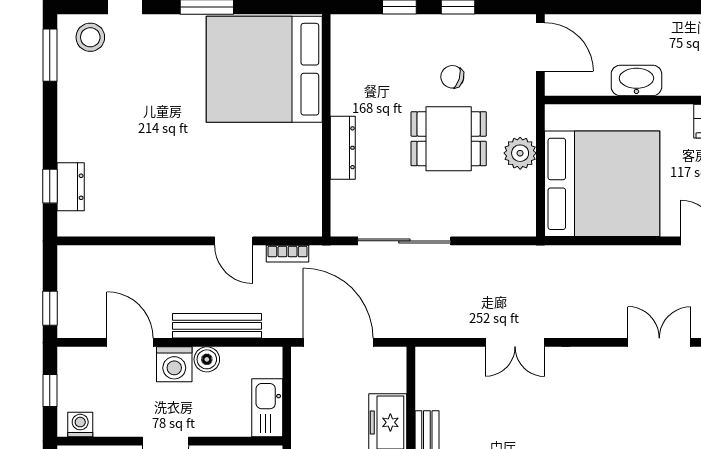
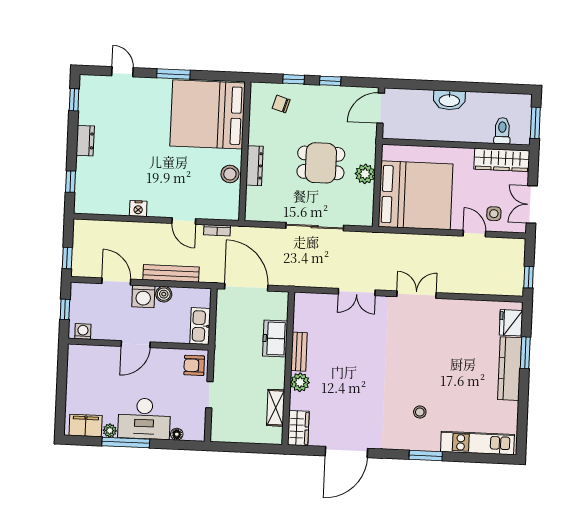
stool: (90, 37) -> (230, 174), moved
door: (540, 47) -> (381, 108), swing flipped
window: (50, 55) -> (74, 100), width x0.67
chair: (452, 77) -> (281, 104), moved
washbasin: (636, 80) -> (449, 100), moved, turned 180
dresser: (71, 187) -> (85, 141), moved
nightstand: (160, 224) -> (138, 209), added
sliding door: (404, 241) -> (315, 227), moved
double door: (659, 342) -> (416, 295), moved

